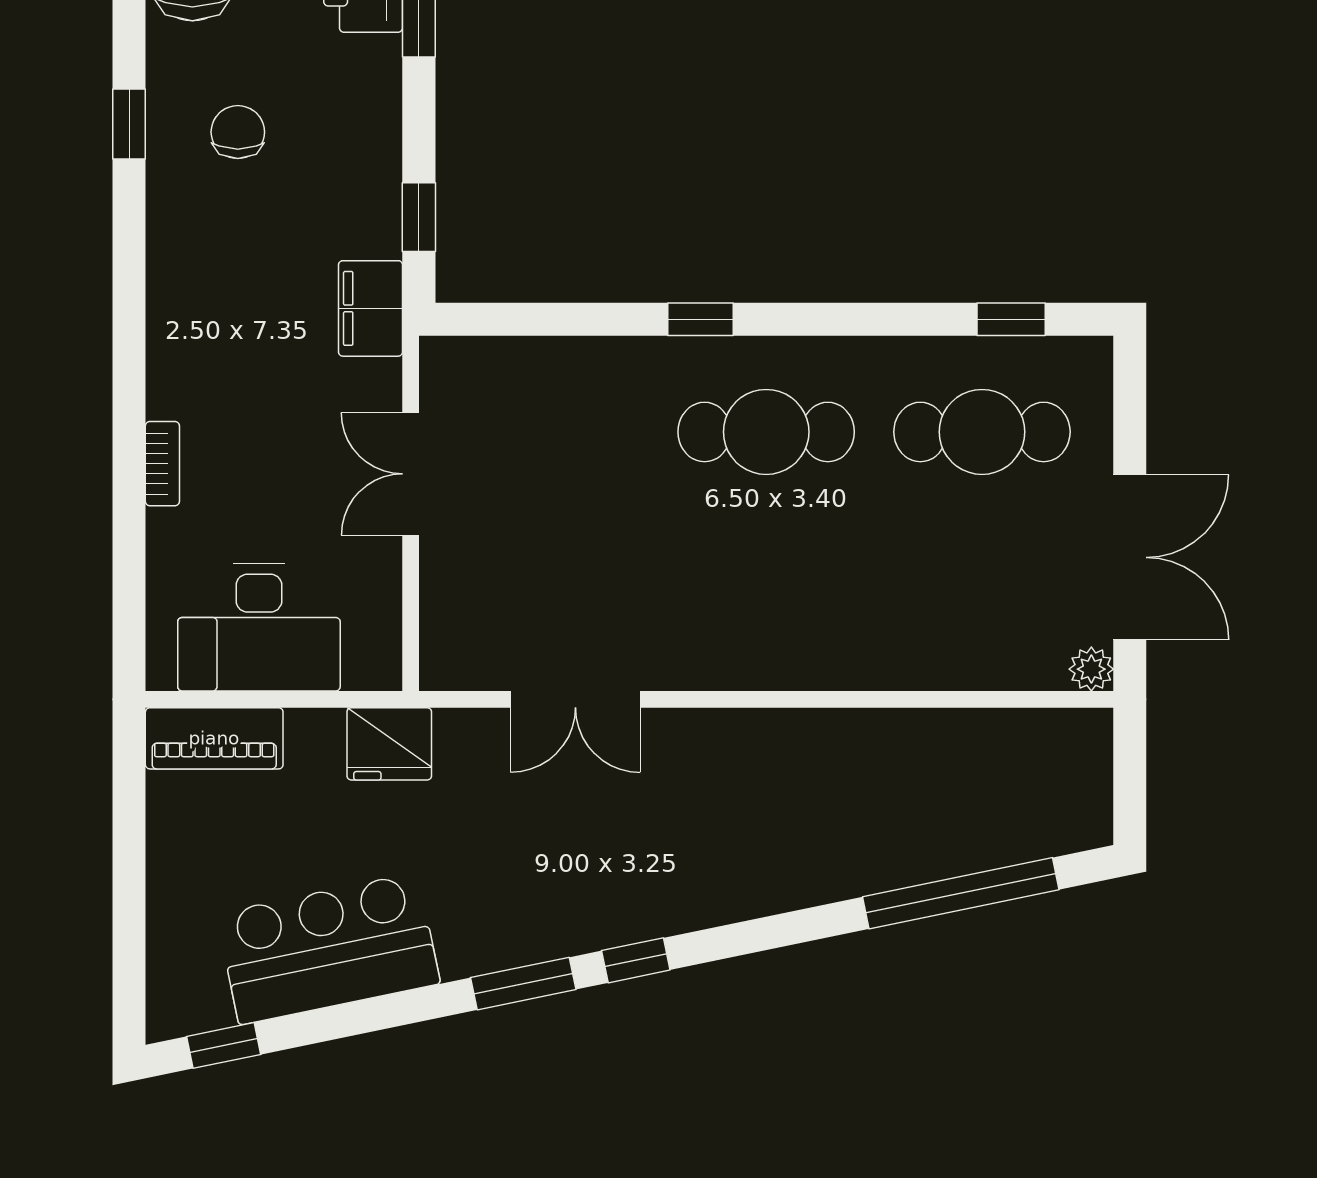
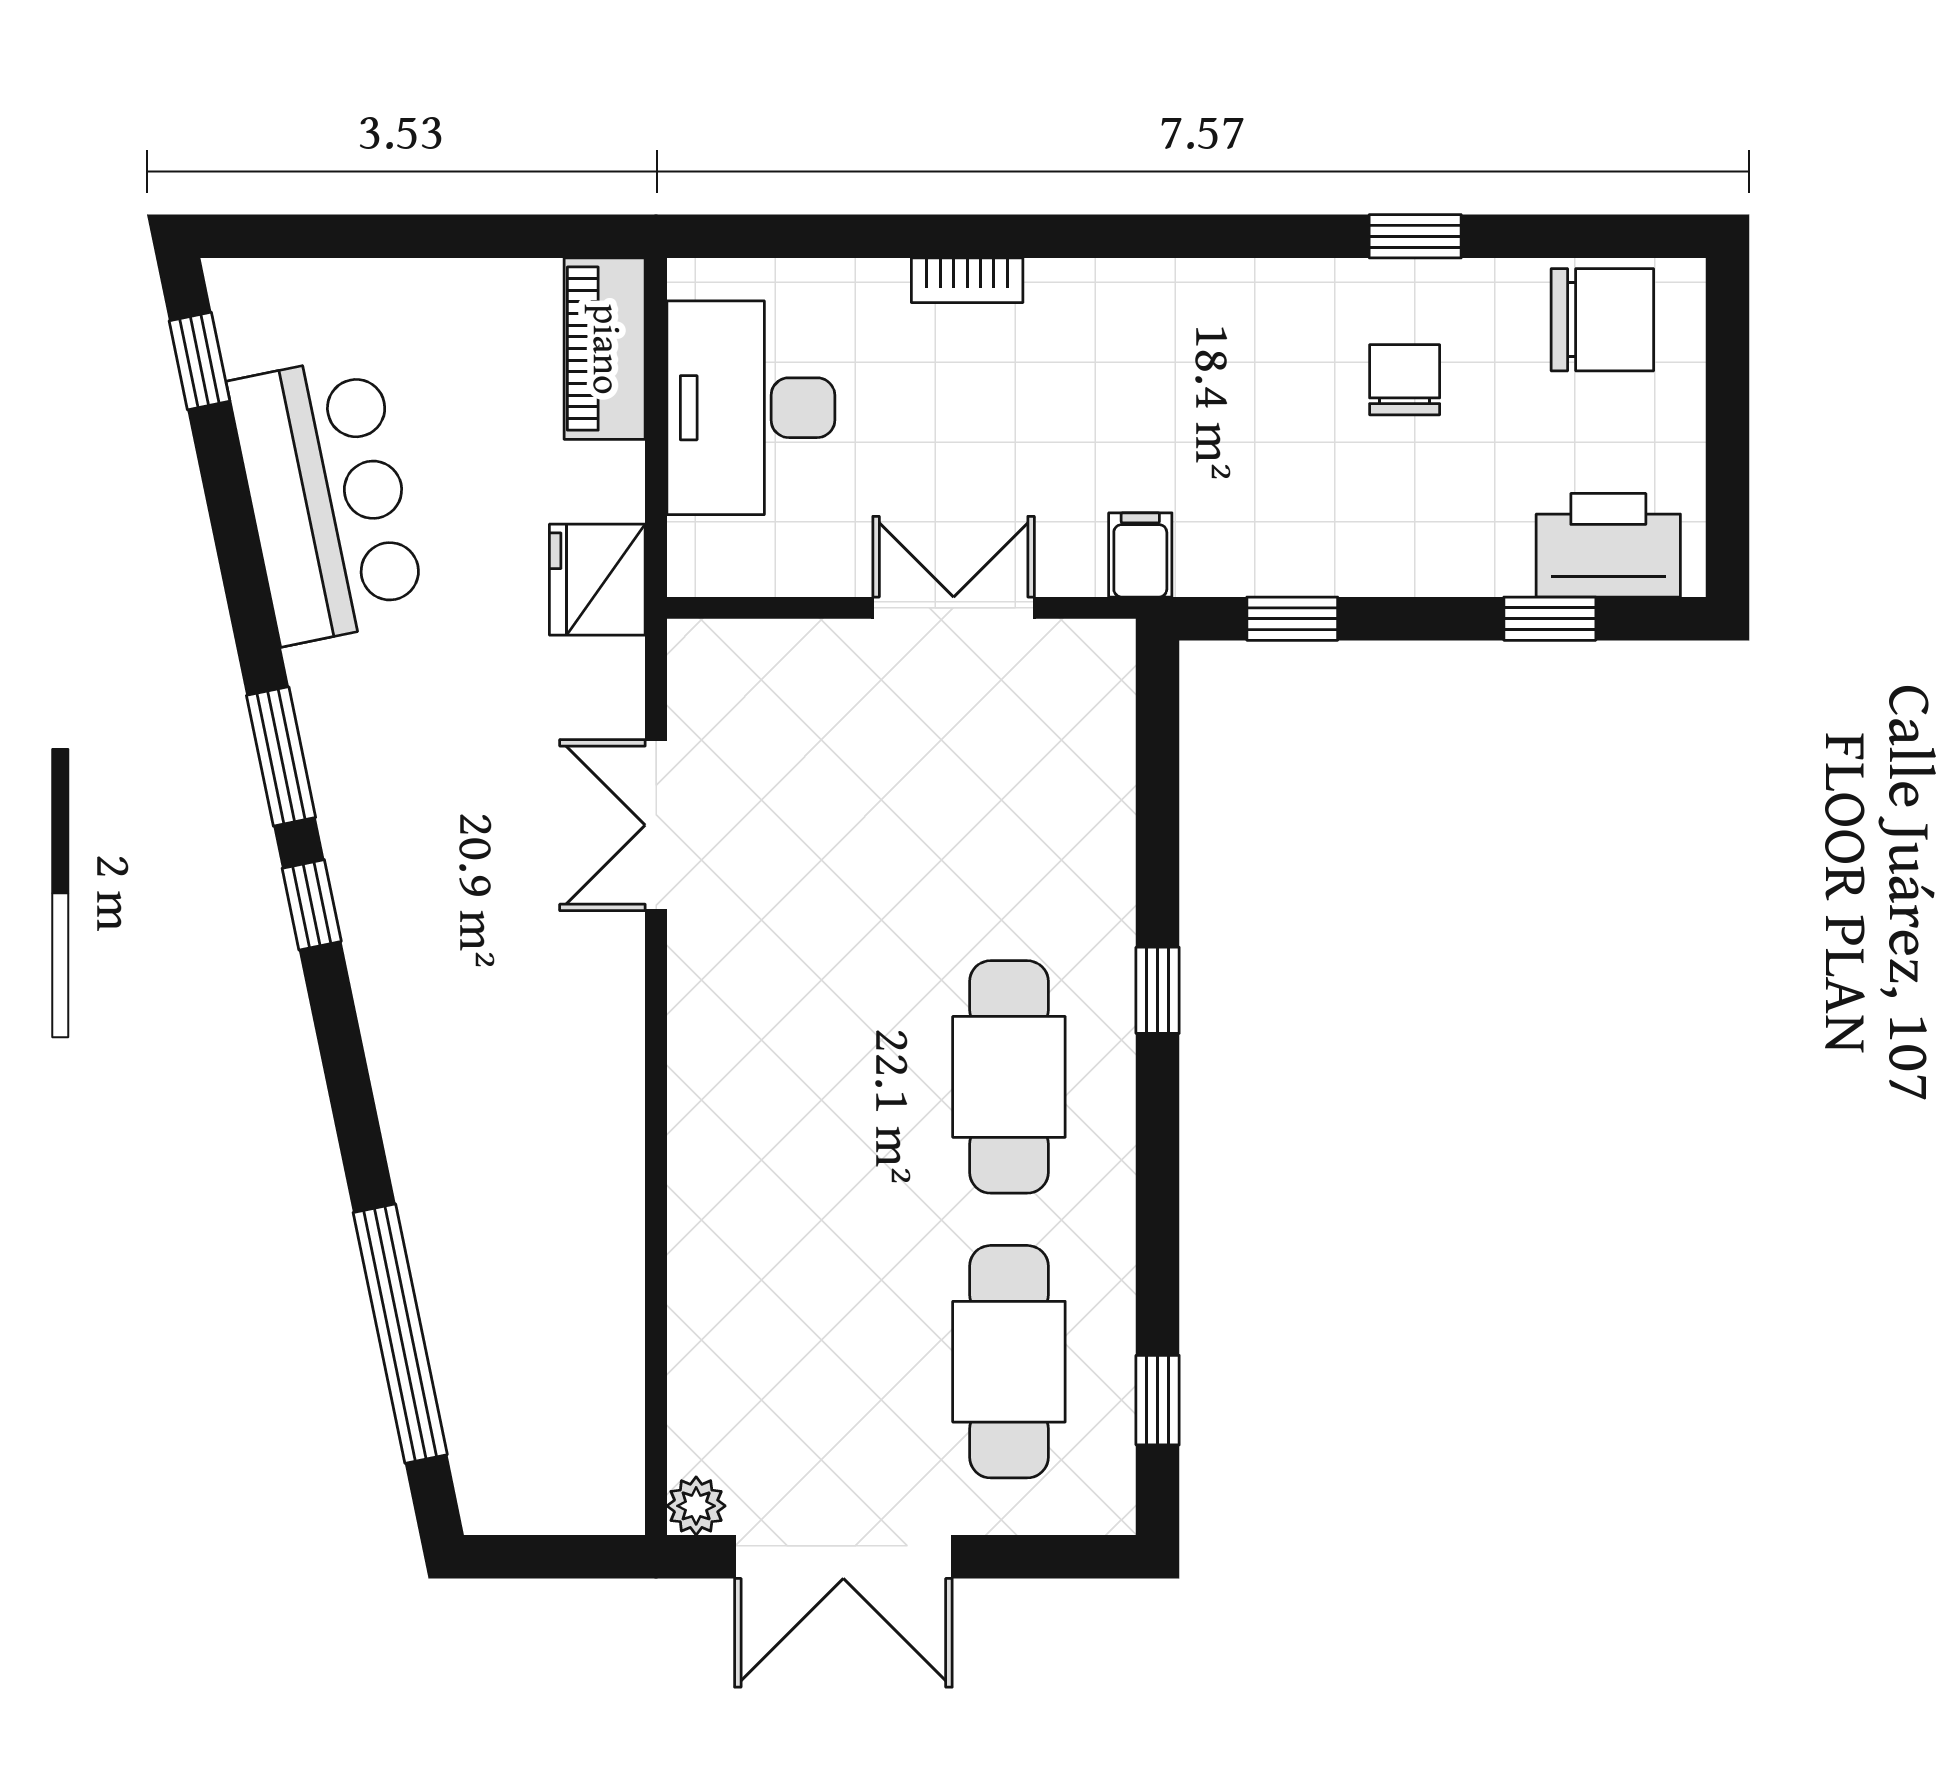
chair: (238, 132) -> (1405, 380), turned -90
filing cabinet: (371, 308) -> (1140, 555), width x0.50

